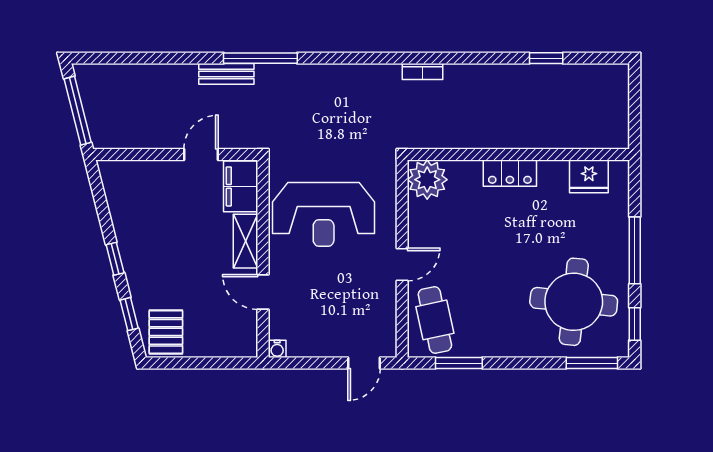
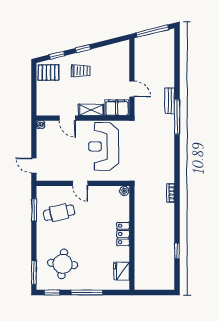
plant: (427, 180) -> (124, 191), width x0.53, depth x0.53
trolley: (162, 263) -> (81, 71), added
door: (263, 292) -> (67, 118), swing flipped
round table: (574, 302) -> (63, 264), width x0.73, depth x0.73
cafe table: (435, 320) -> (59, 213), moved

